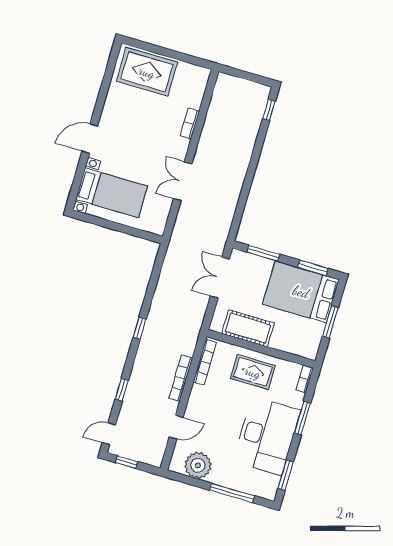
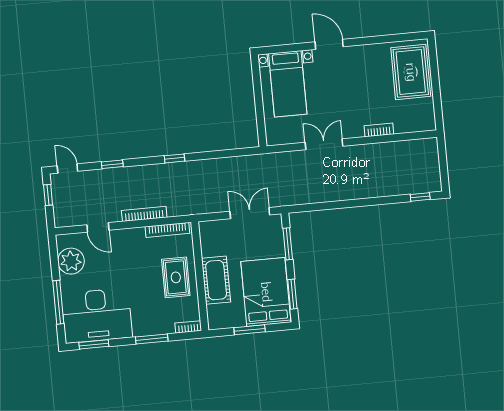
cot: (248, 328) -> (216, 280), moved
desk: (267, 436) -> (97, 315), moved

